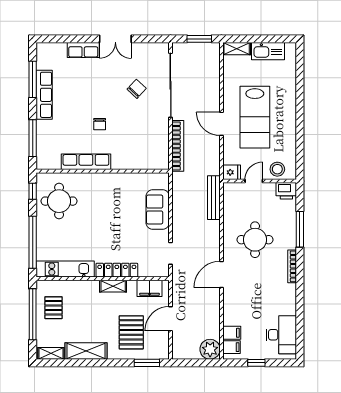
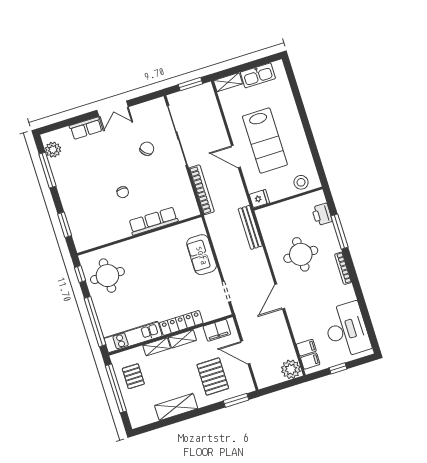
plant: (44, 61) -> (53, 150), added
row of seats: (44, 95) -> (63, 181), removed
window: (33, 138) -> (65, 225), width x0.69
row of seats: (86, 162) -> (153, 221), moved
door: (254, 181) -> (283, 200), removed
printer: (286, 191) -> (322, 214), moved, turned 90
door: (171, 319) -> (245, 352), hinge flipped
desk: (281, 335) -> (347, 330), width x1.36, depth x1.30
shelving: (51, 353) -> (157, 347), moved

